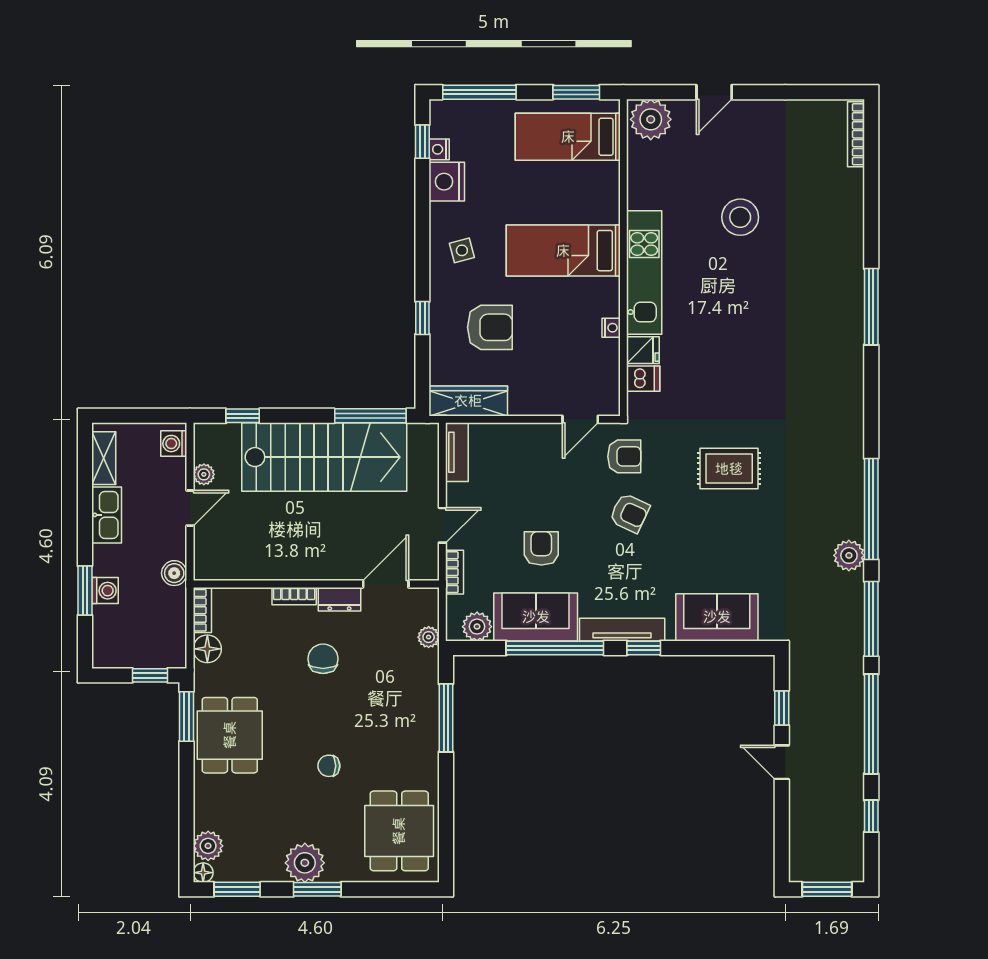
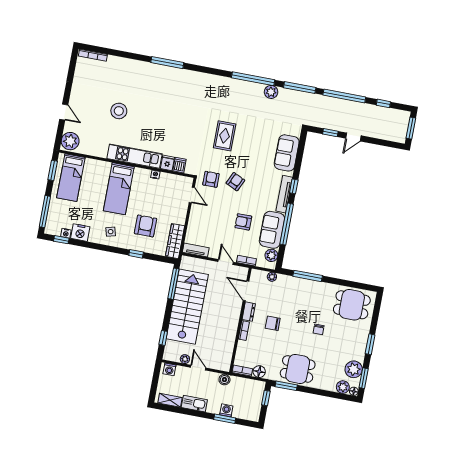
plant: (305, 863) -> (354, 369), moved

